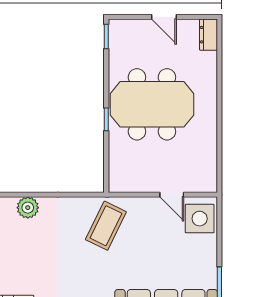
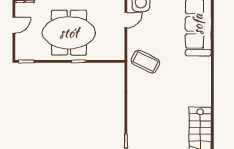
meeting table: (152, 104) -> (69, 33), turned 90
plant: (28, 208) -> (134, 111), removed

